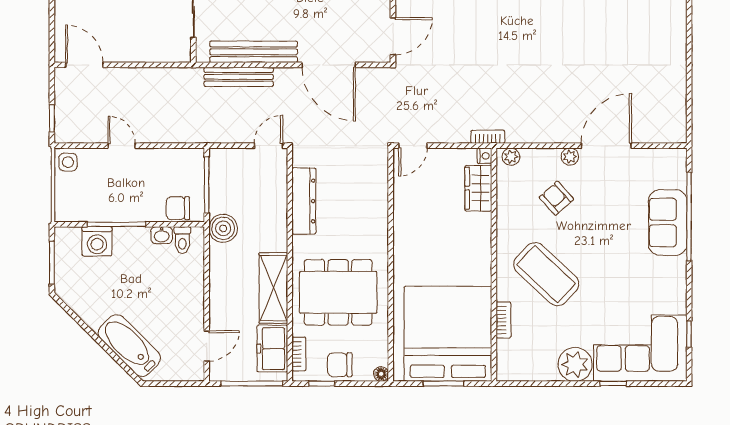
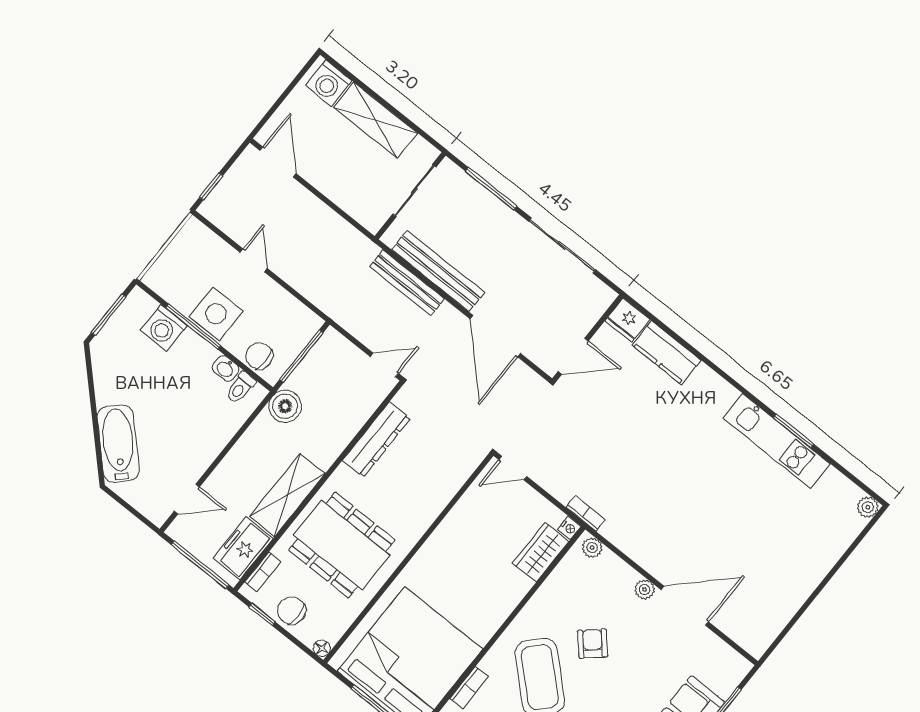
side table: (68, 162) -> (216, 314), moved, width x1.87, depth x1.87
armchair: (556, 198) -> (593, 644), moved

